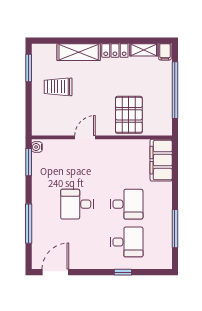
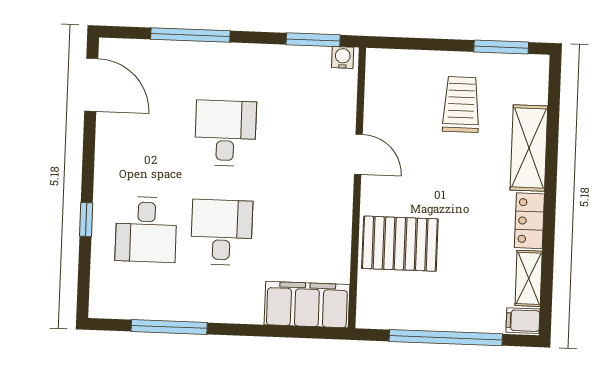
desk: (127, 204) -> (222, 232), turned 180

